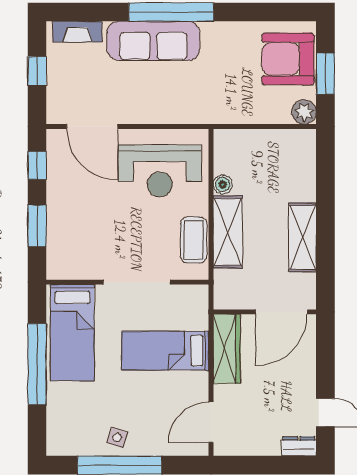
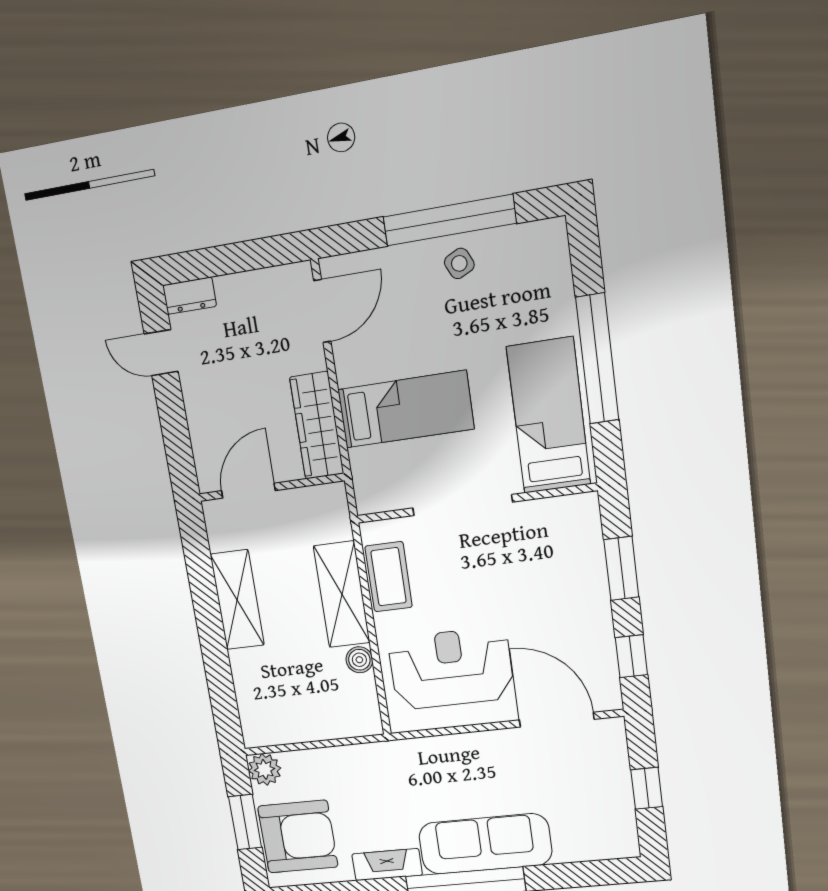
fireplace: (77, 32) -> (387, 865), moved
door: (281, 312) -> (248, 491), width x0.73
side table: (117, 438) -> (459, 263), turned 45

